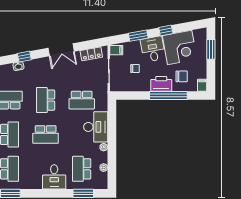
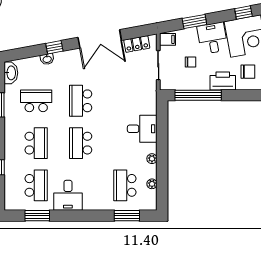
window: (166, 31) -> (243, 12), moved
double door: (61, 50) -> (100, 39), width x1.37
window: (168, 96) -> (198, 95), moved
school desk: (82, 100) -> (125, 101), removed
desk: (96, 127) -> (142, 129), width x0.73
school desk: (46, 134) -> (81, 143), turned 90
desk: (54, 177) -> (68, 195), moved

